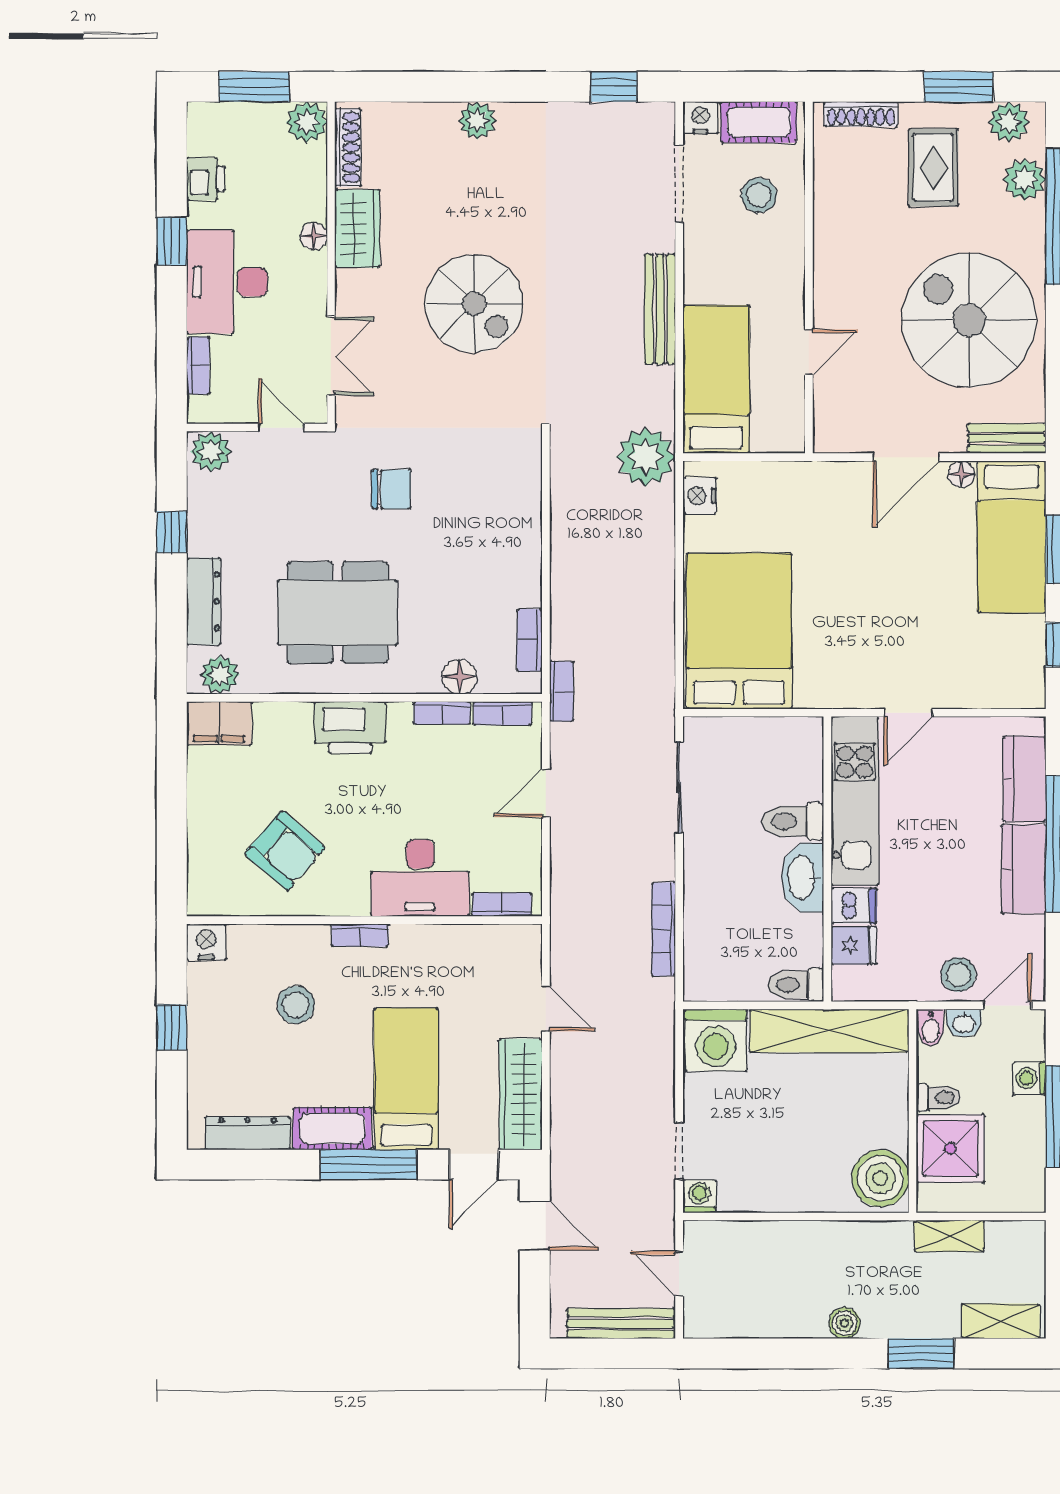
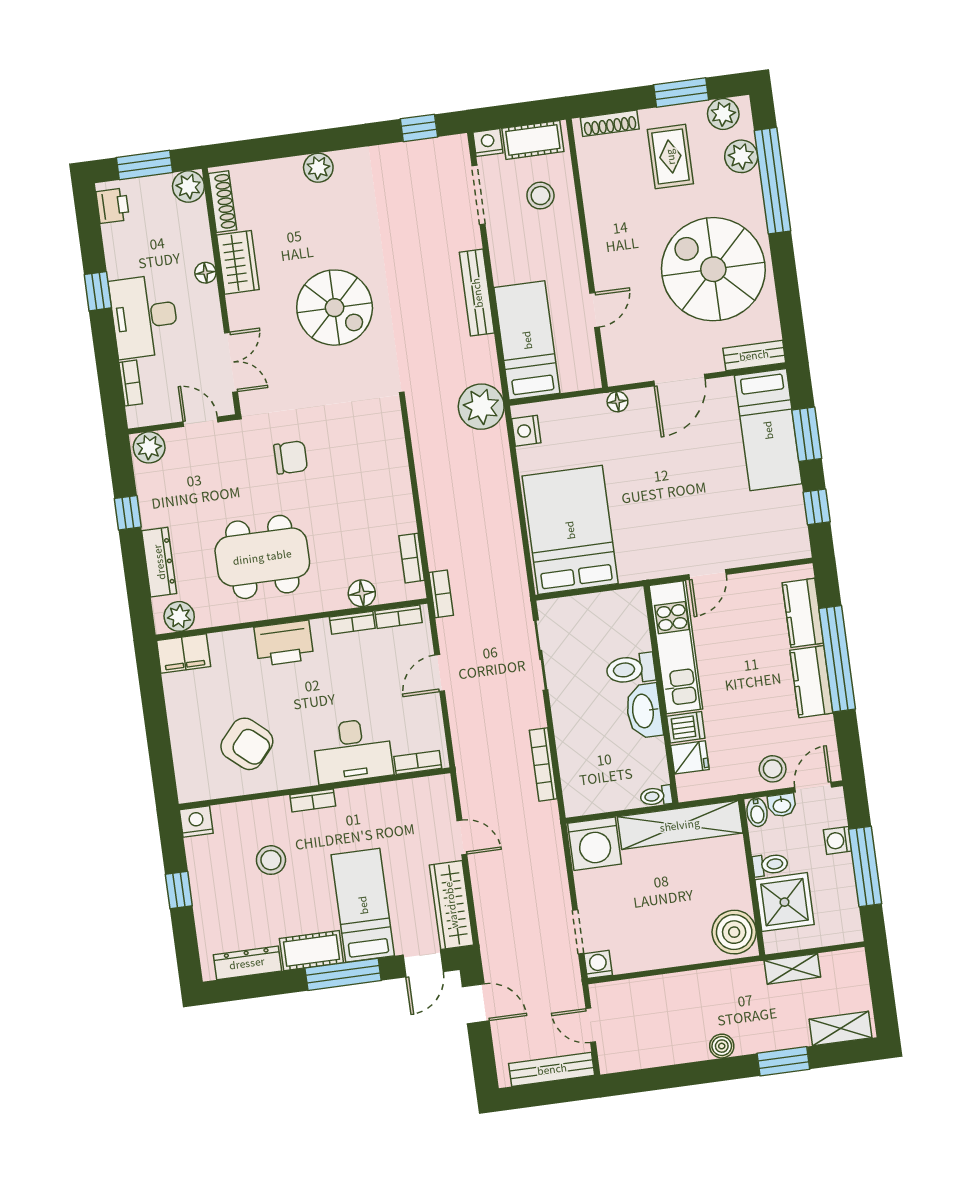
printer: (206, 179) -> (113, 206), moved
floor lamp: (961, 474) -> (617, 402), moved
toilet: (796, 985) -> (656, 796), width x0.73, depth x0.72

